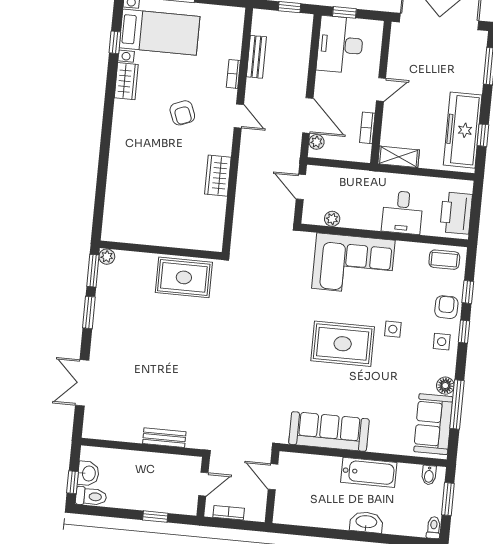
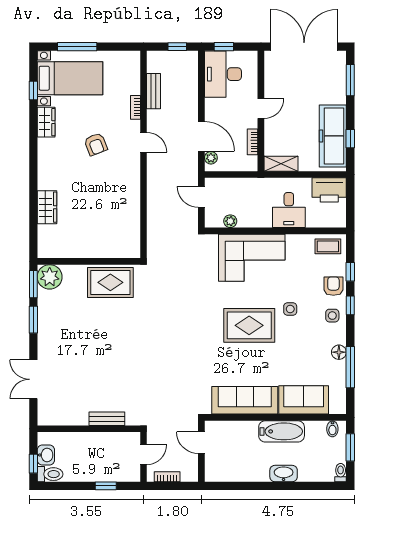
wardrobe: (218, 176) -> (47, 207), moved, turned 180
printer: (456, 213) -> (329, 190), moved, turned -90
plant: (107, 257) -> (50, 277), width x1.87, depth x1.87
sofa: (433, 424) -> (304, 400), moved, turned 90

